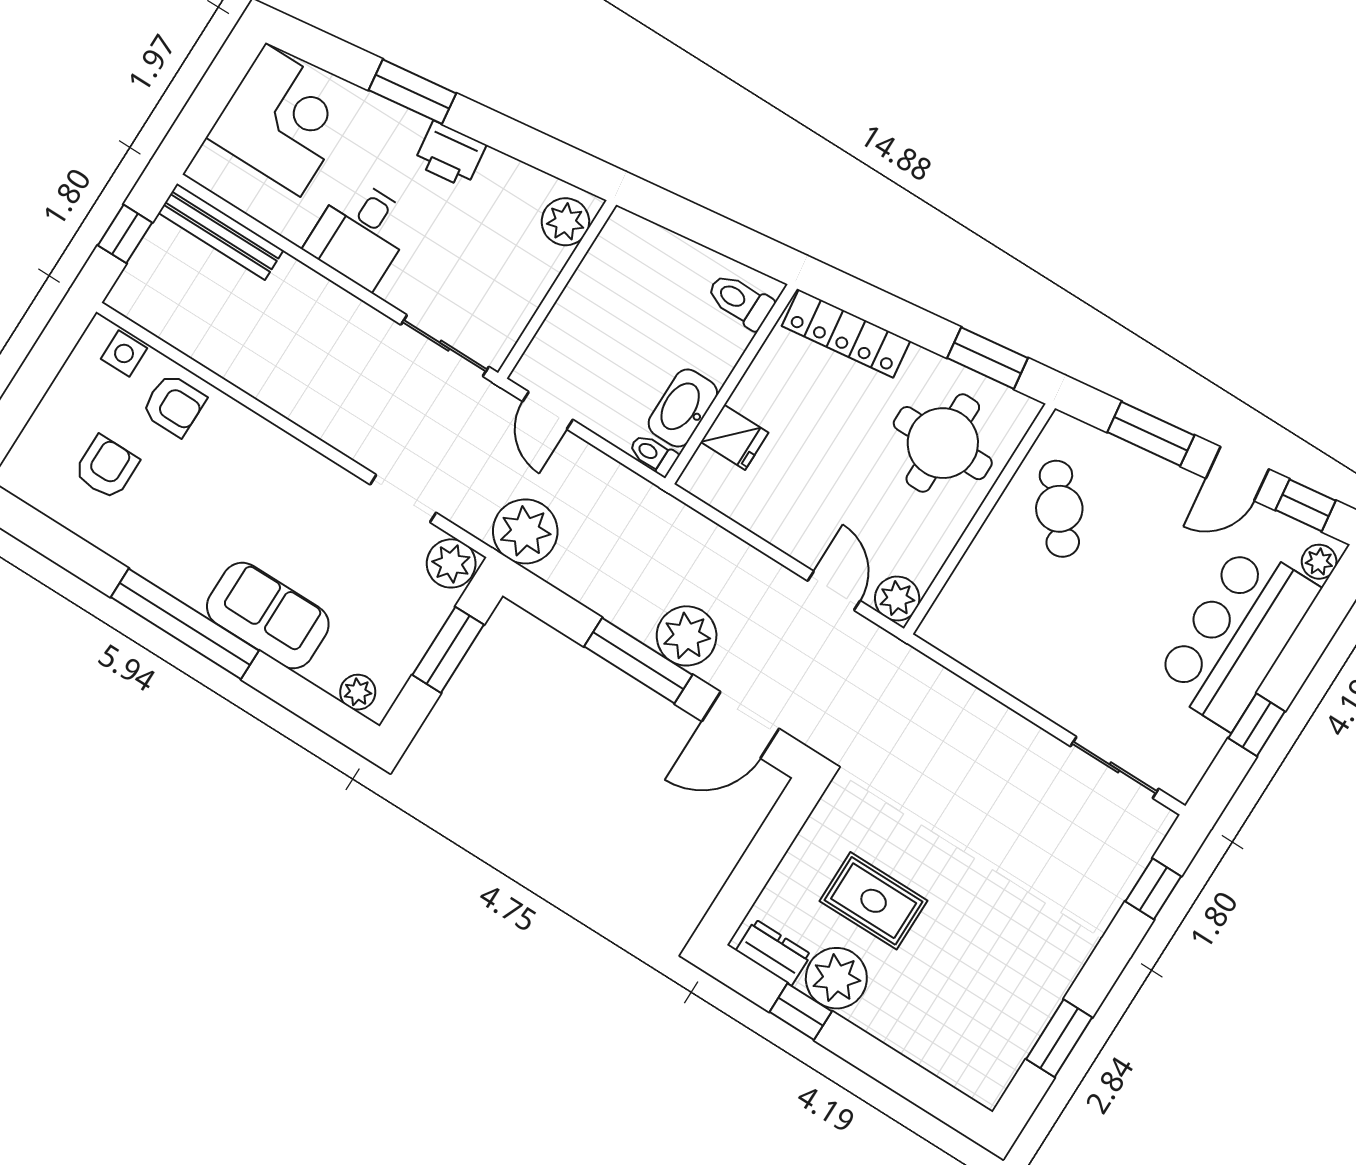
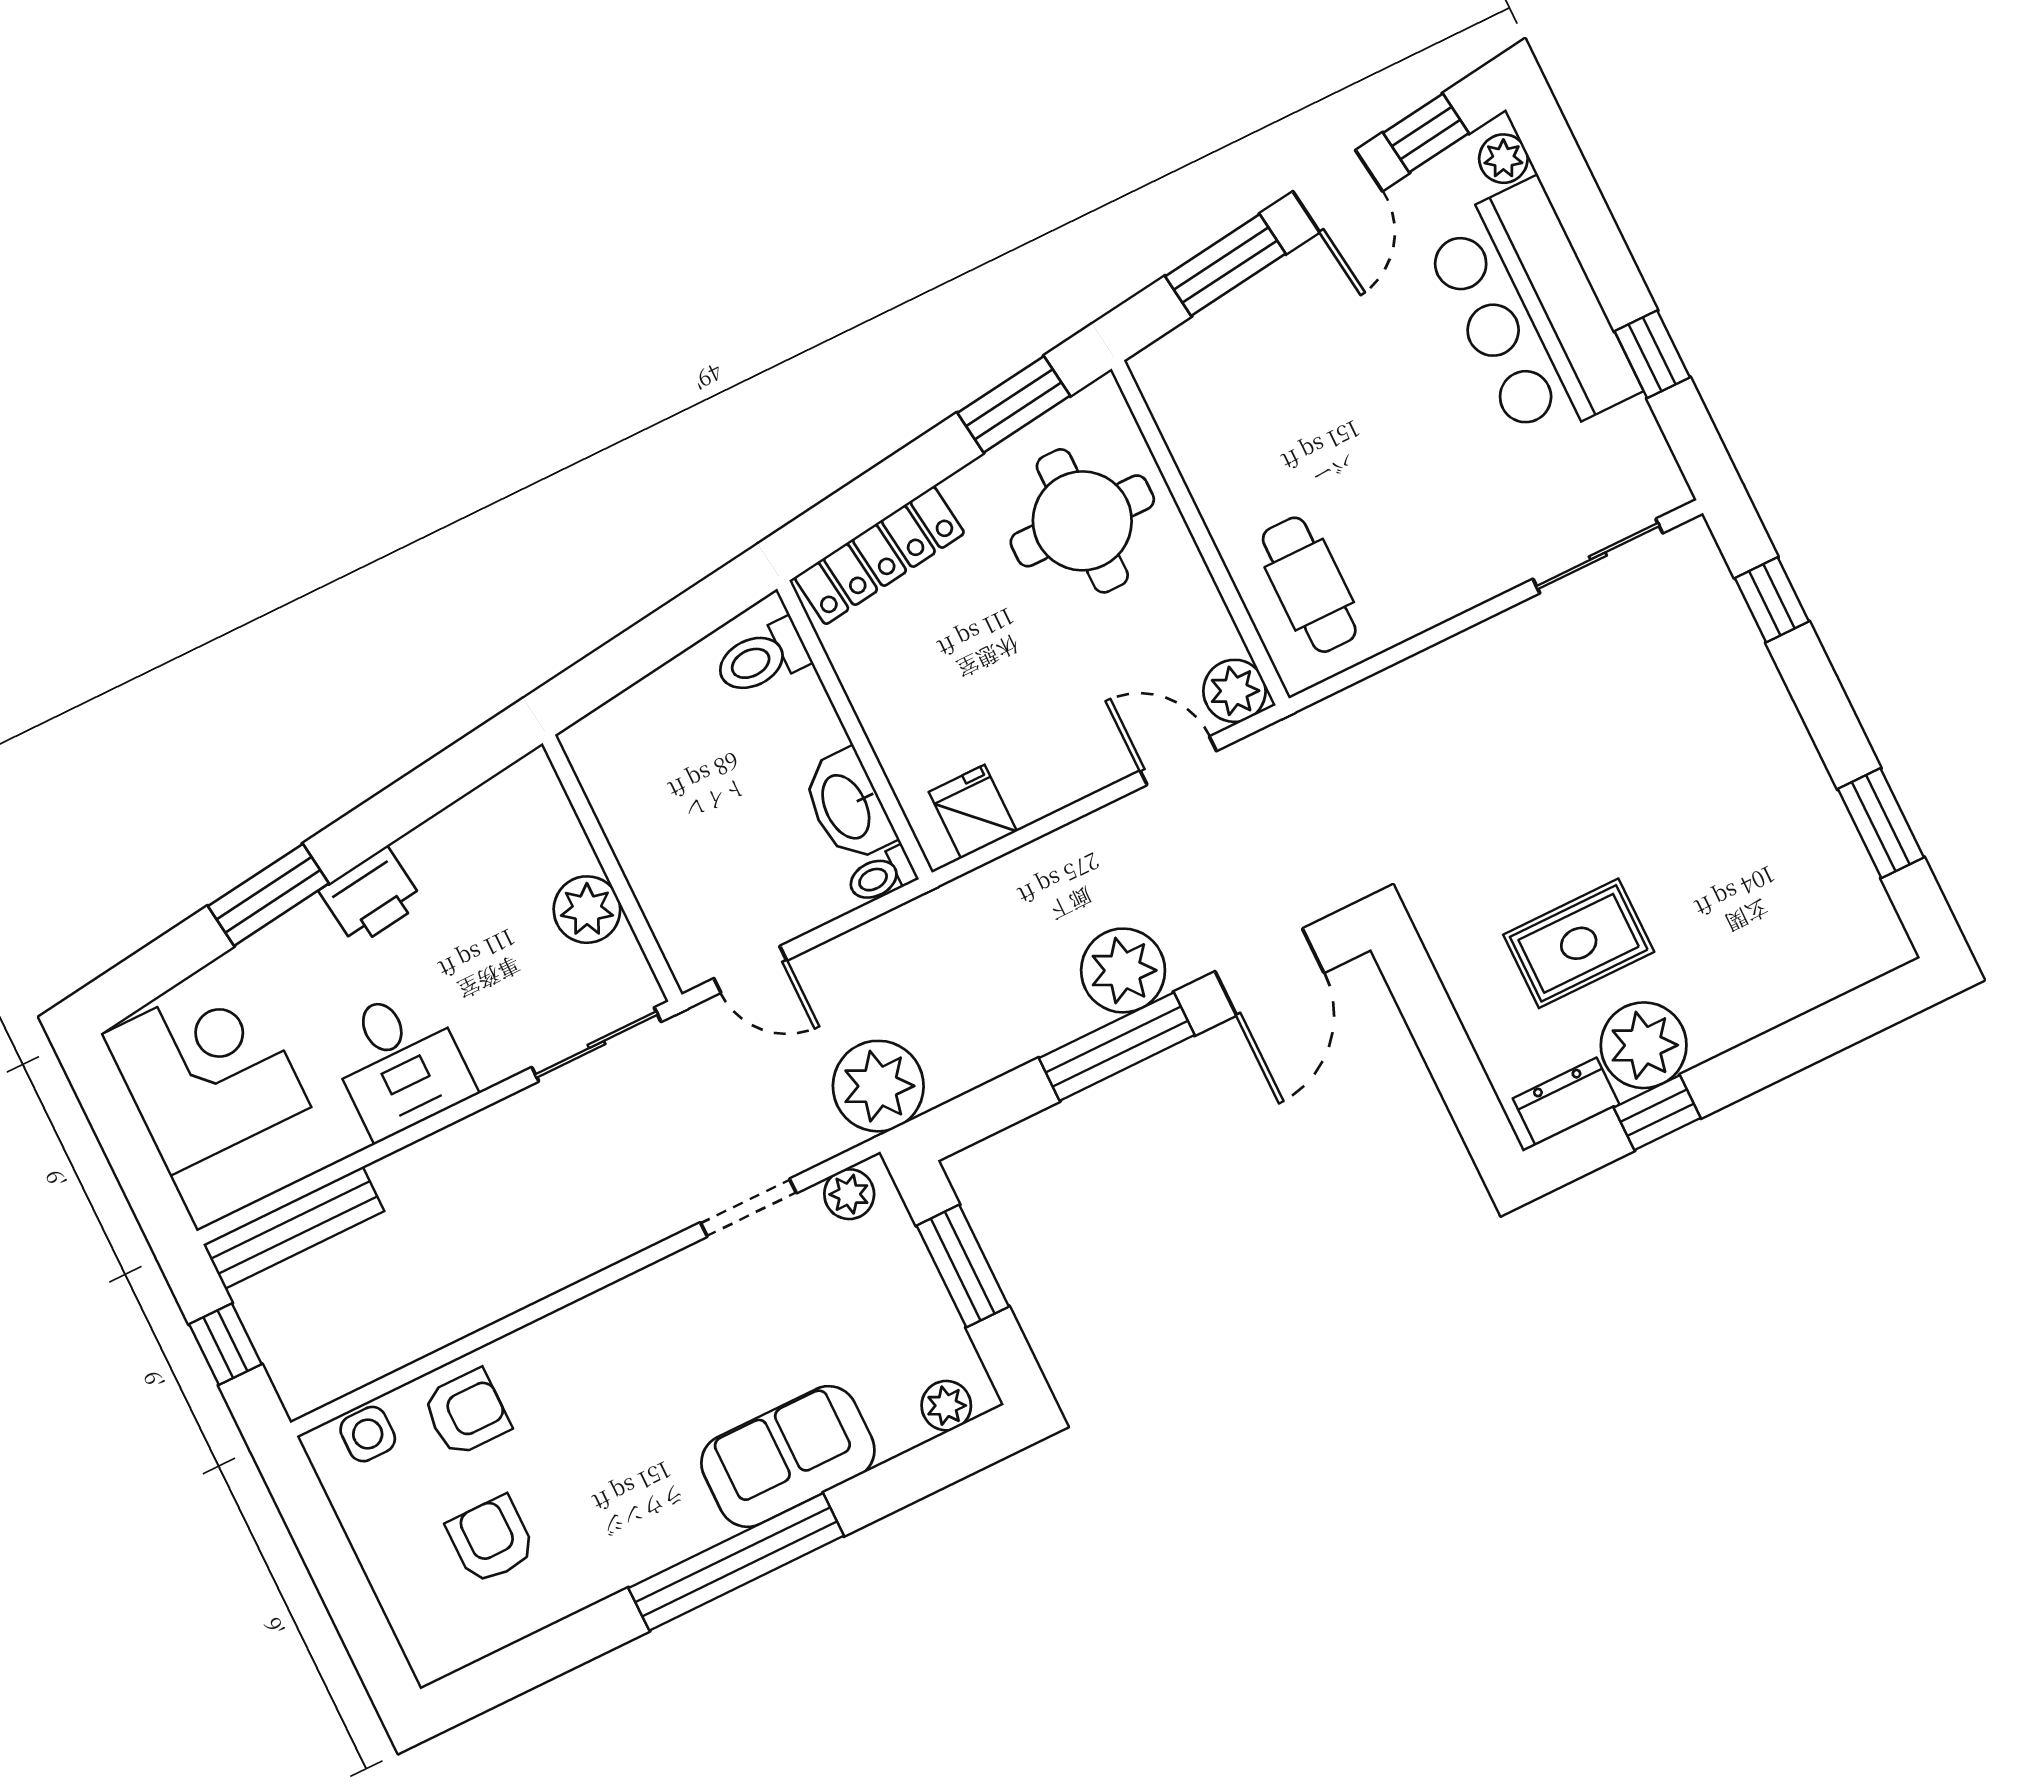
plant: (565, 222) -> (587, 910), moved
fridge: (735, 437) -> (973, 812), moved, turned -90
cafe table: (1059, 509) -> (1309, 585), moved, turned 38
plant: (451, 563) -> (849, 1194), width x0.73, depth x0.73

